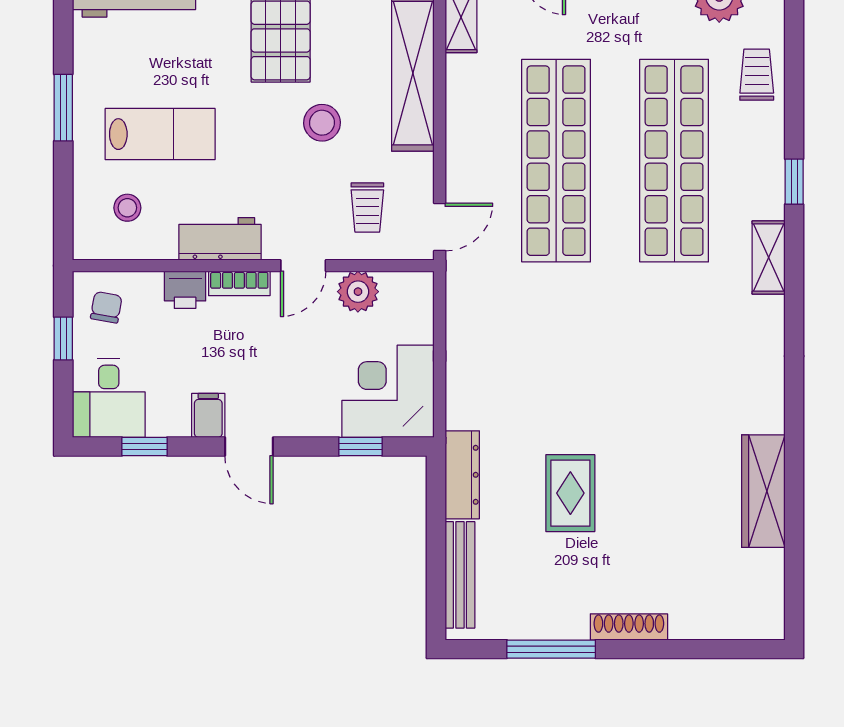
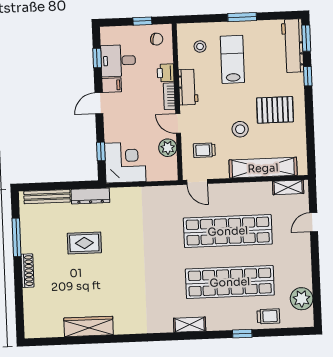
lab bench: (160, 134) -> (232, 59), turned 180
window: (794, 182) -> (242, 334), moved
desk: (109, 398) -> (118, 61), moved

